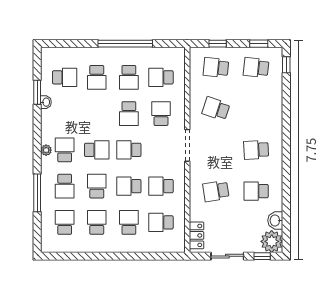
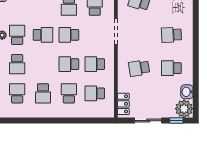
school desk: (97, 186) -> (43, 64), removed
school desk: (97, 222) -> (43, 93), turned 180

